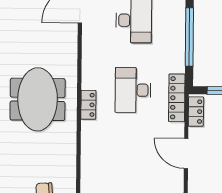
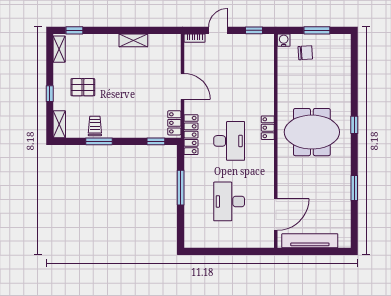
window: (189, 37) -> (181, 188), width x0.68
meeting table: (38, 99) -> (312, 132), turned 90

